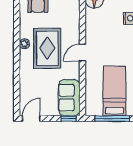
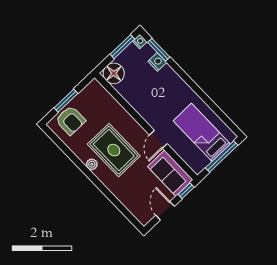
door: (82, 53) -> (158, 139), moved
door: (31, 119) -> (165, 211), moved

